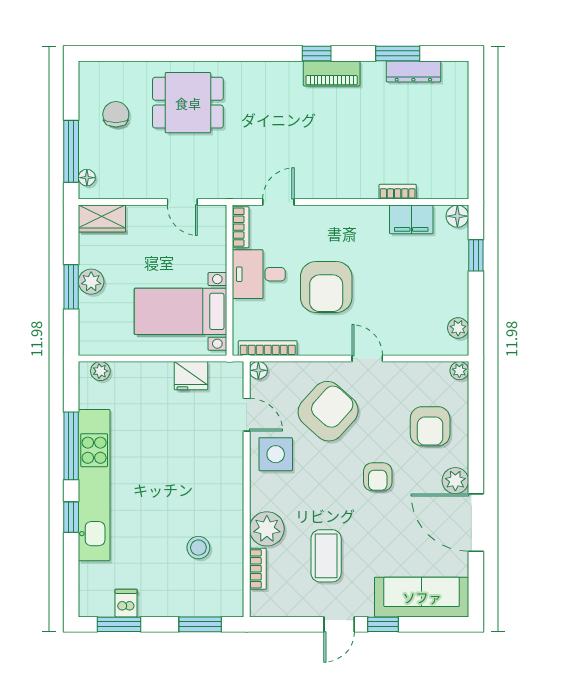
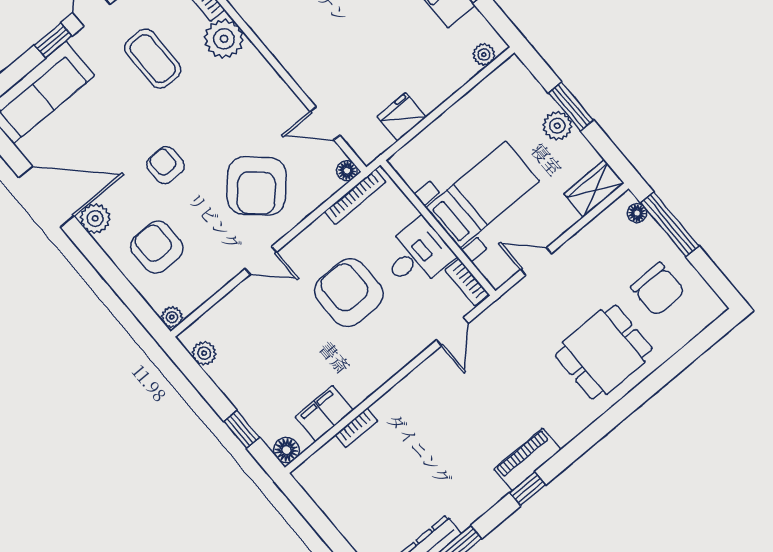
piano: (332, 73) -> (527, 460), moved
chair: (116, 114) -> (658, 289), width x1.37, depth x1.37
bed with nightstands: (181, 311) -> (483, 195), moved
side table: (276, 454) -> (271, 110), removed

